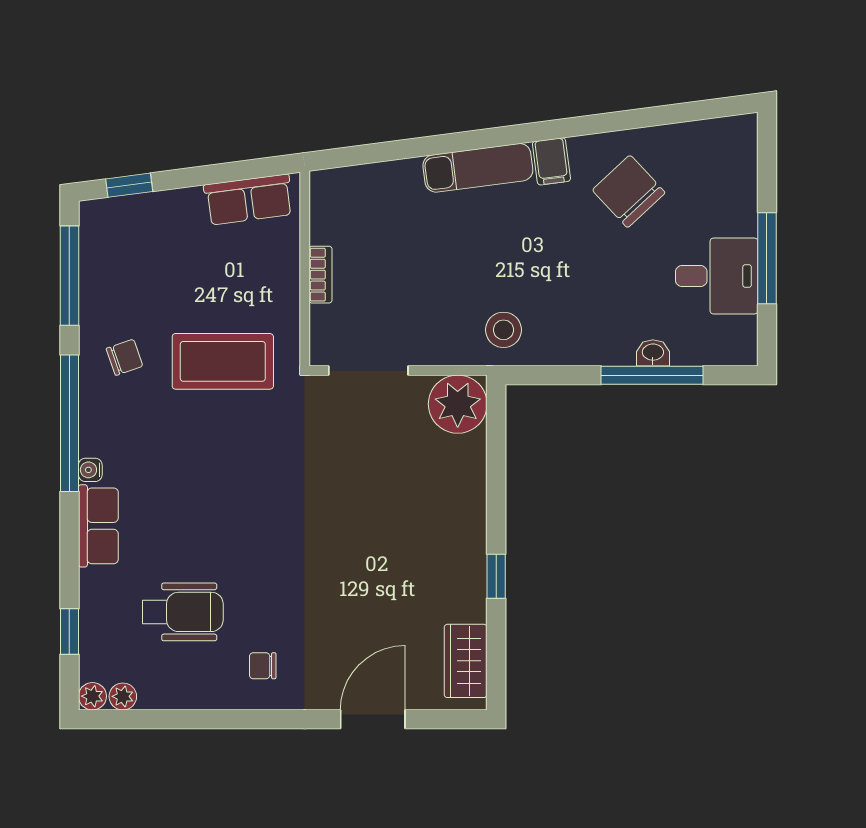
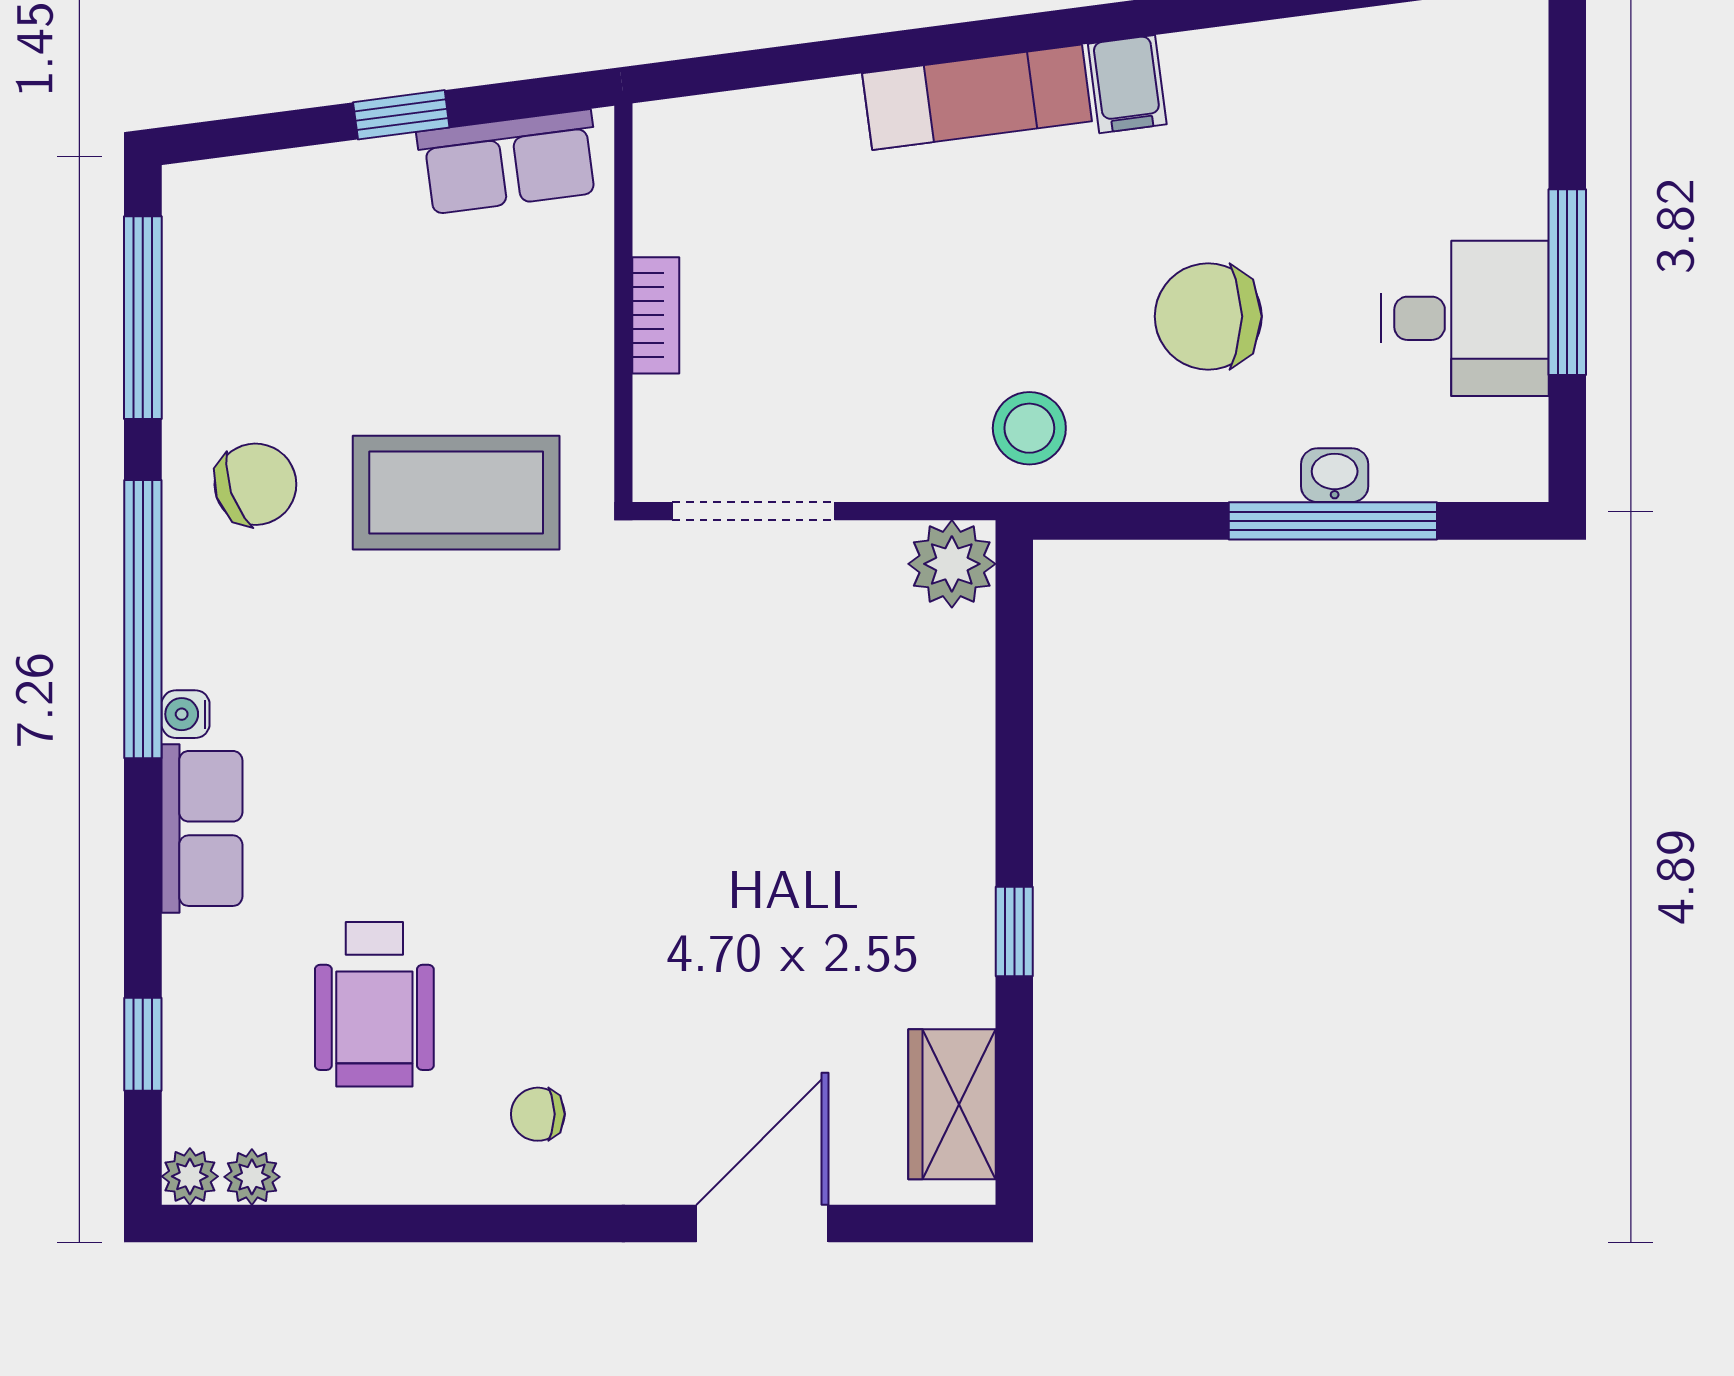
window: (129, 185) -> (401, 115), moved
chair: (629, 191) -> (1208, 316), moved, turned -47
chair: (125, 357) -> (255, 484), width x1.37, depth x1.37
plant: (458, 404) -> (952, 564), width x0.73, depth x0.73
wheelchair: (183, 612) -> (374, 1004), turned 90

